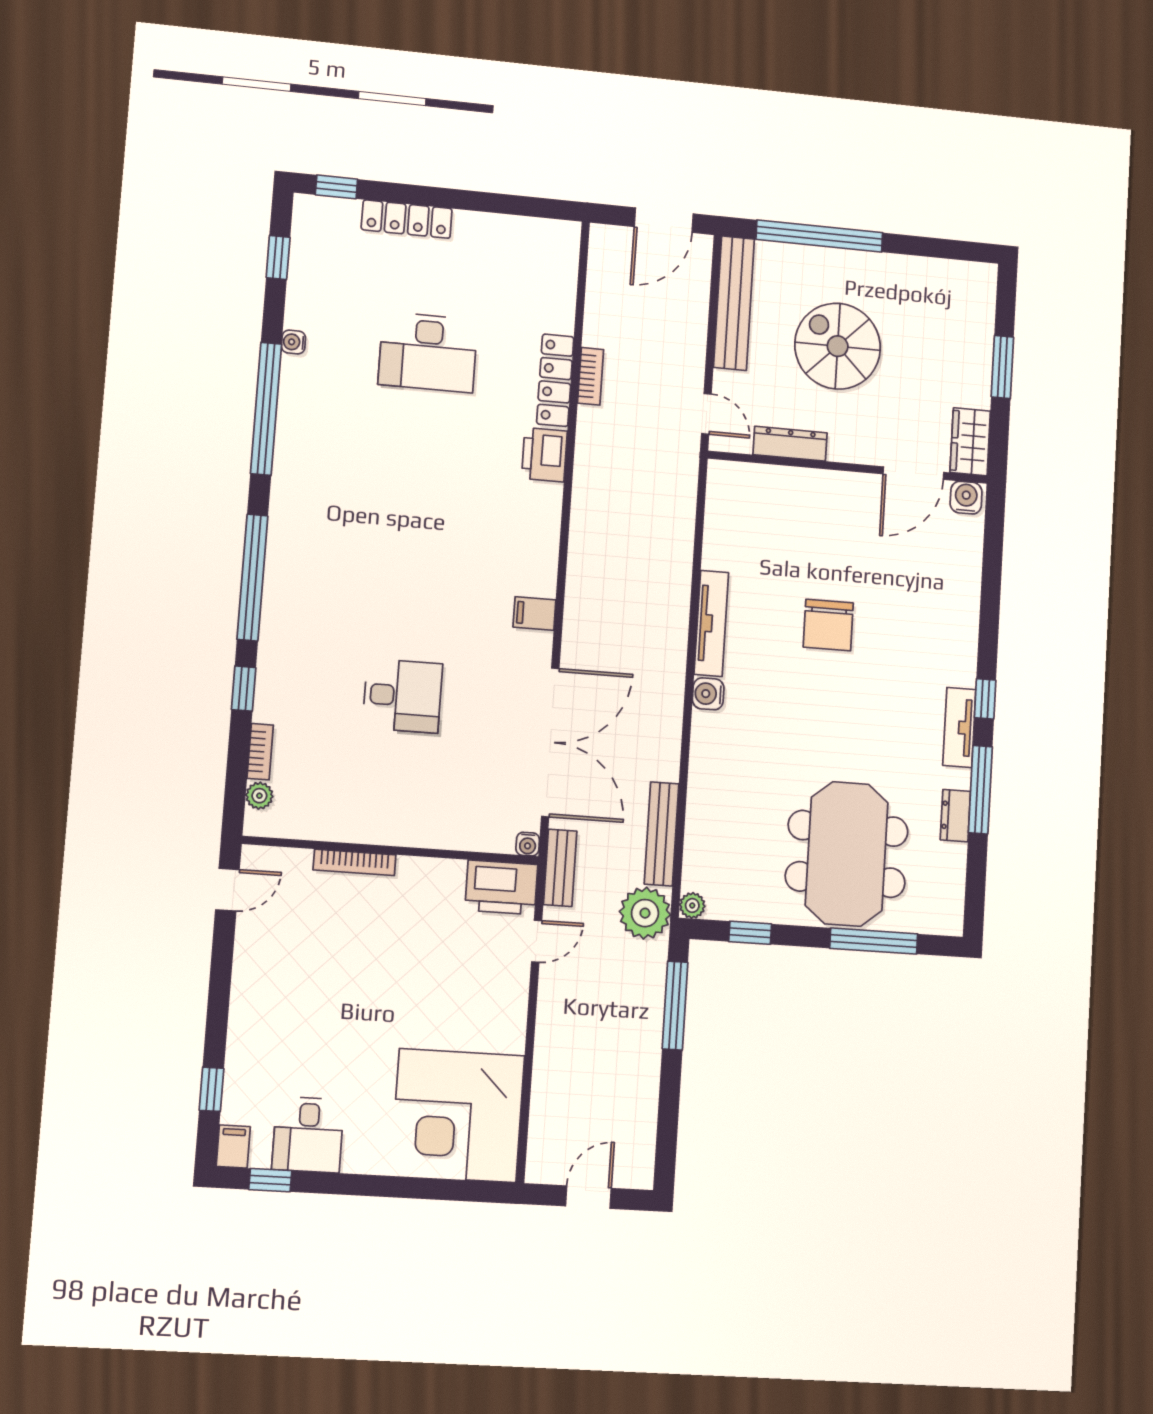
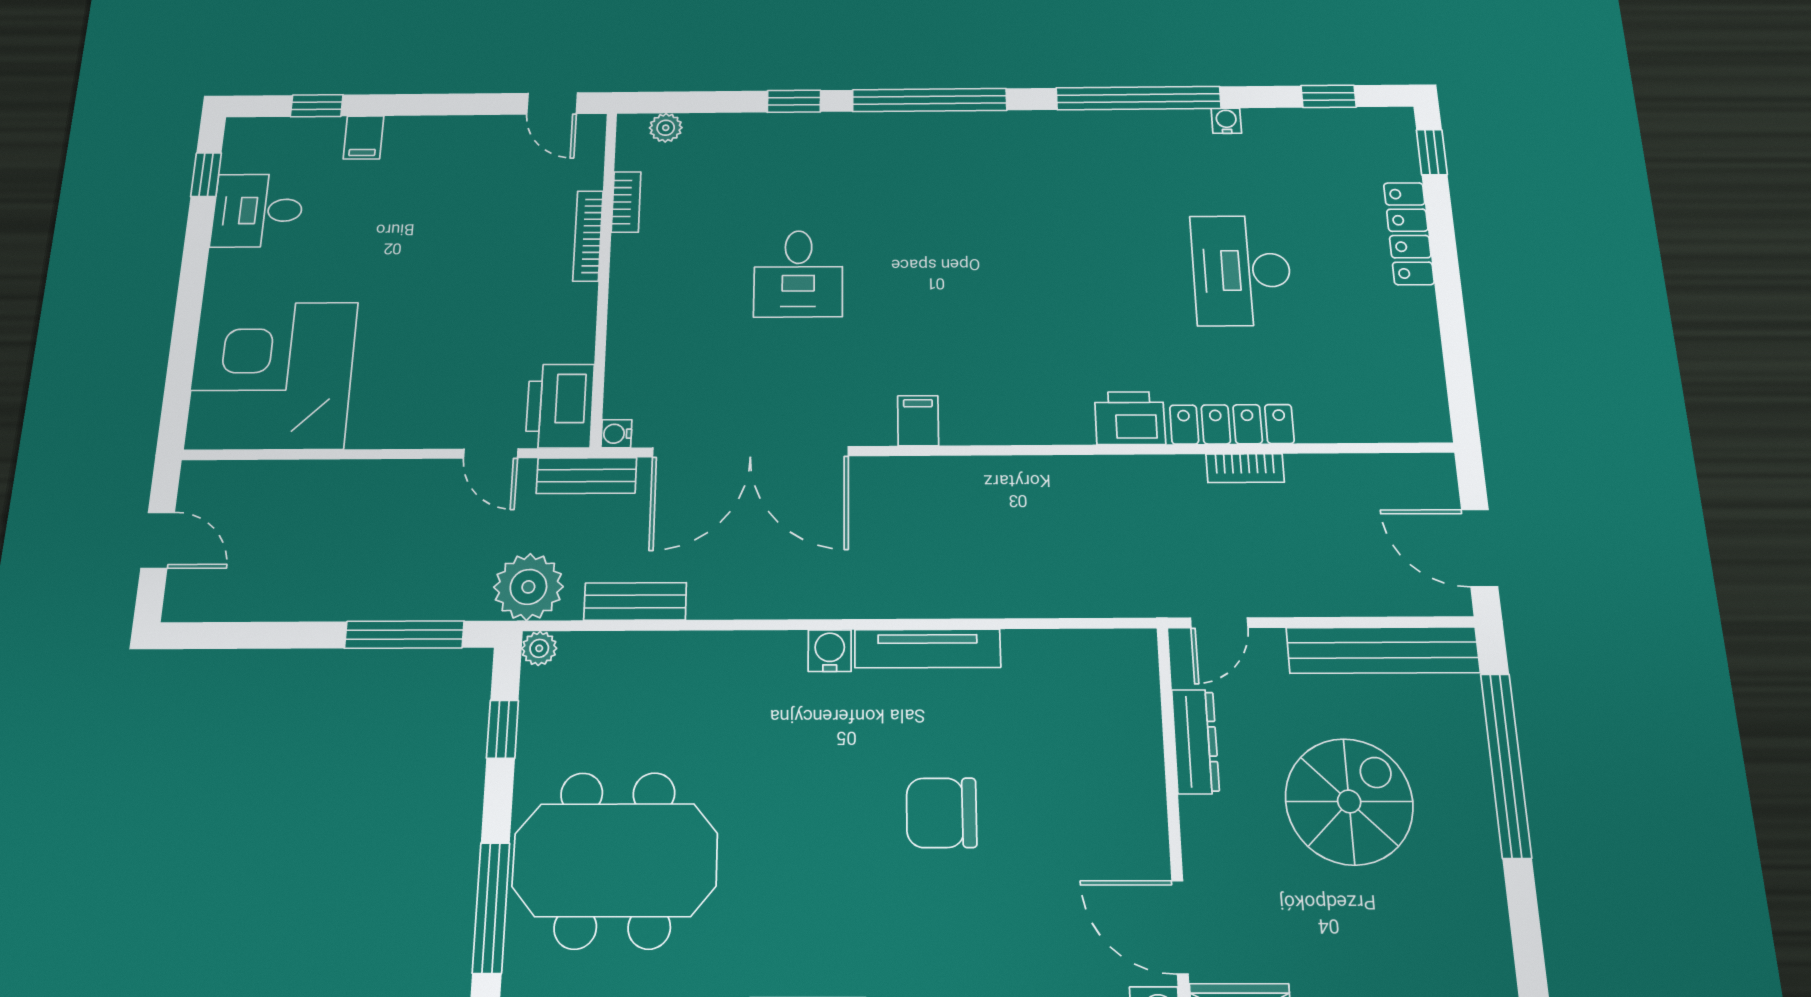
bookcase: (260, 752) -> (626, 202), moved, turned -90
bench: (662, 834) -> (635, 601), width x0.73
filing cabinet: (233, 1147) -> (364, 137), moved, turned 90

